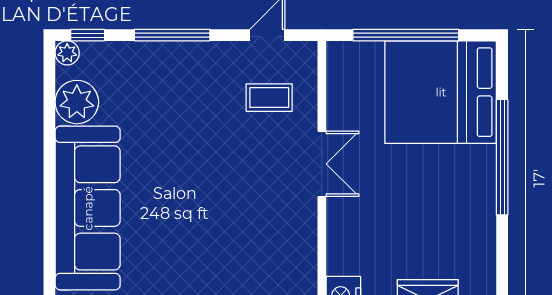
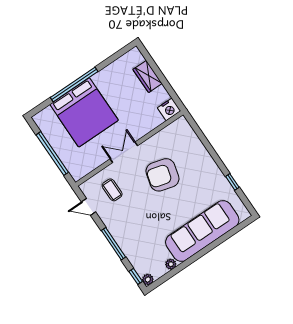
bed: (441, 92) -> (84, 112), moved
plant: (77, 102) -> (171, 264), width x0.53, depth x0.53
armchair: (235, 205) -> (163, 175), added

